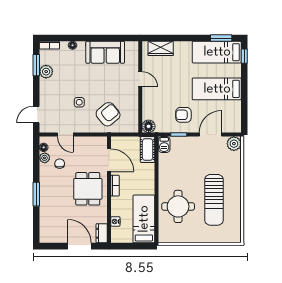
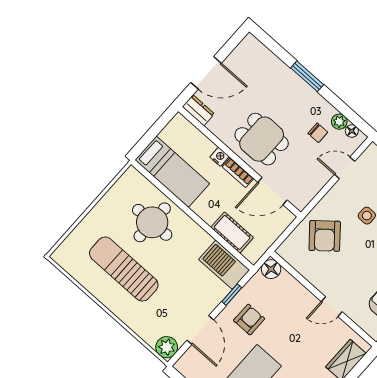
barbecue: (164, 145) -> (224, 265), width x1.88, depth x1.53
cot: (148, 149) -> (232, 232), moved
nightstand: (115, 221) -> (219, 157), moved

